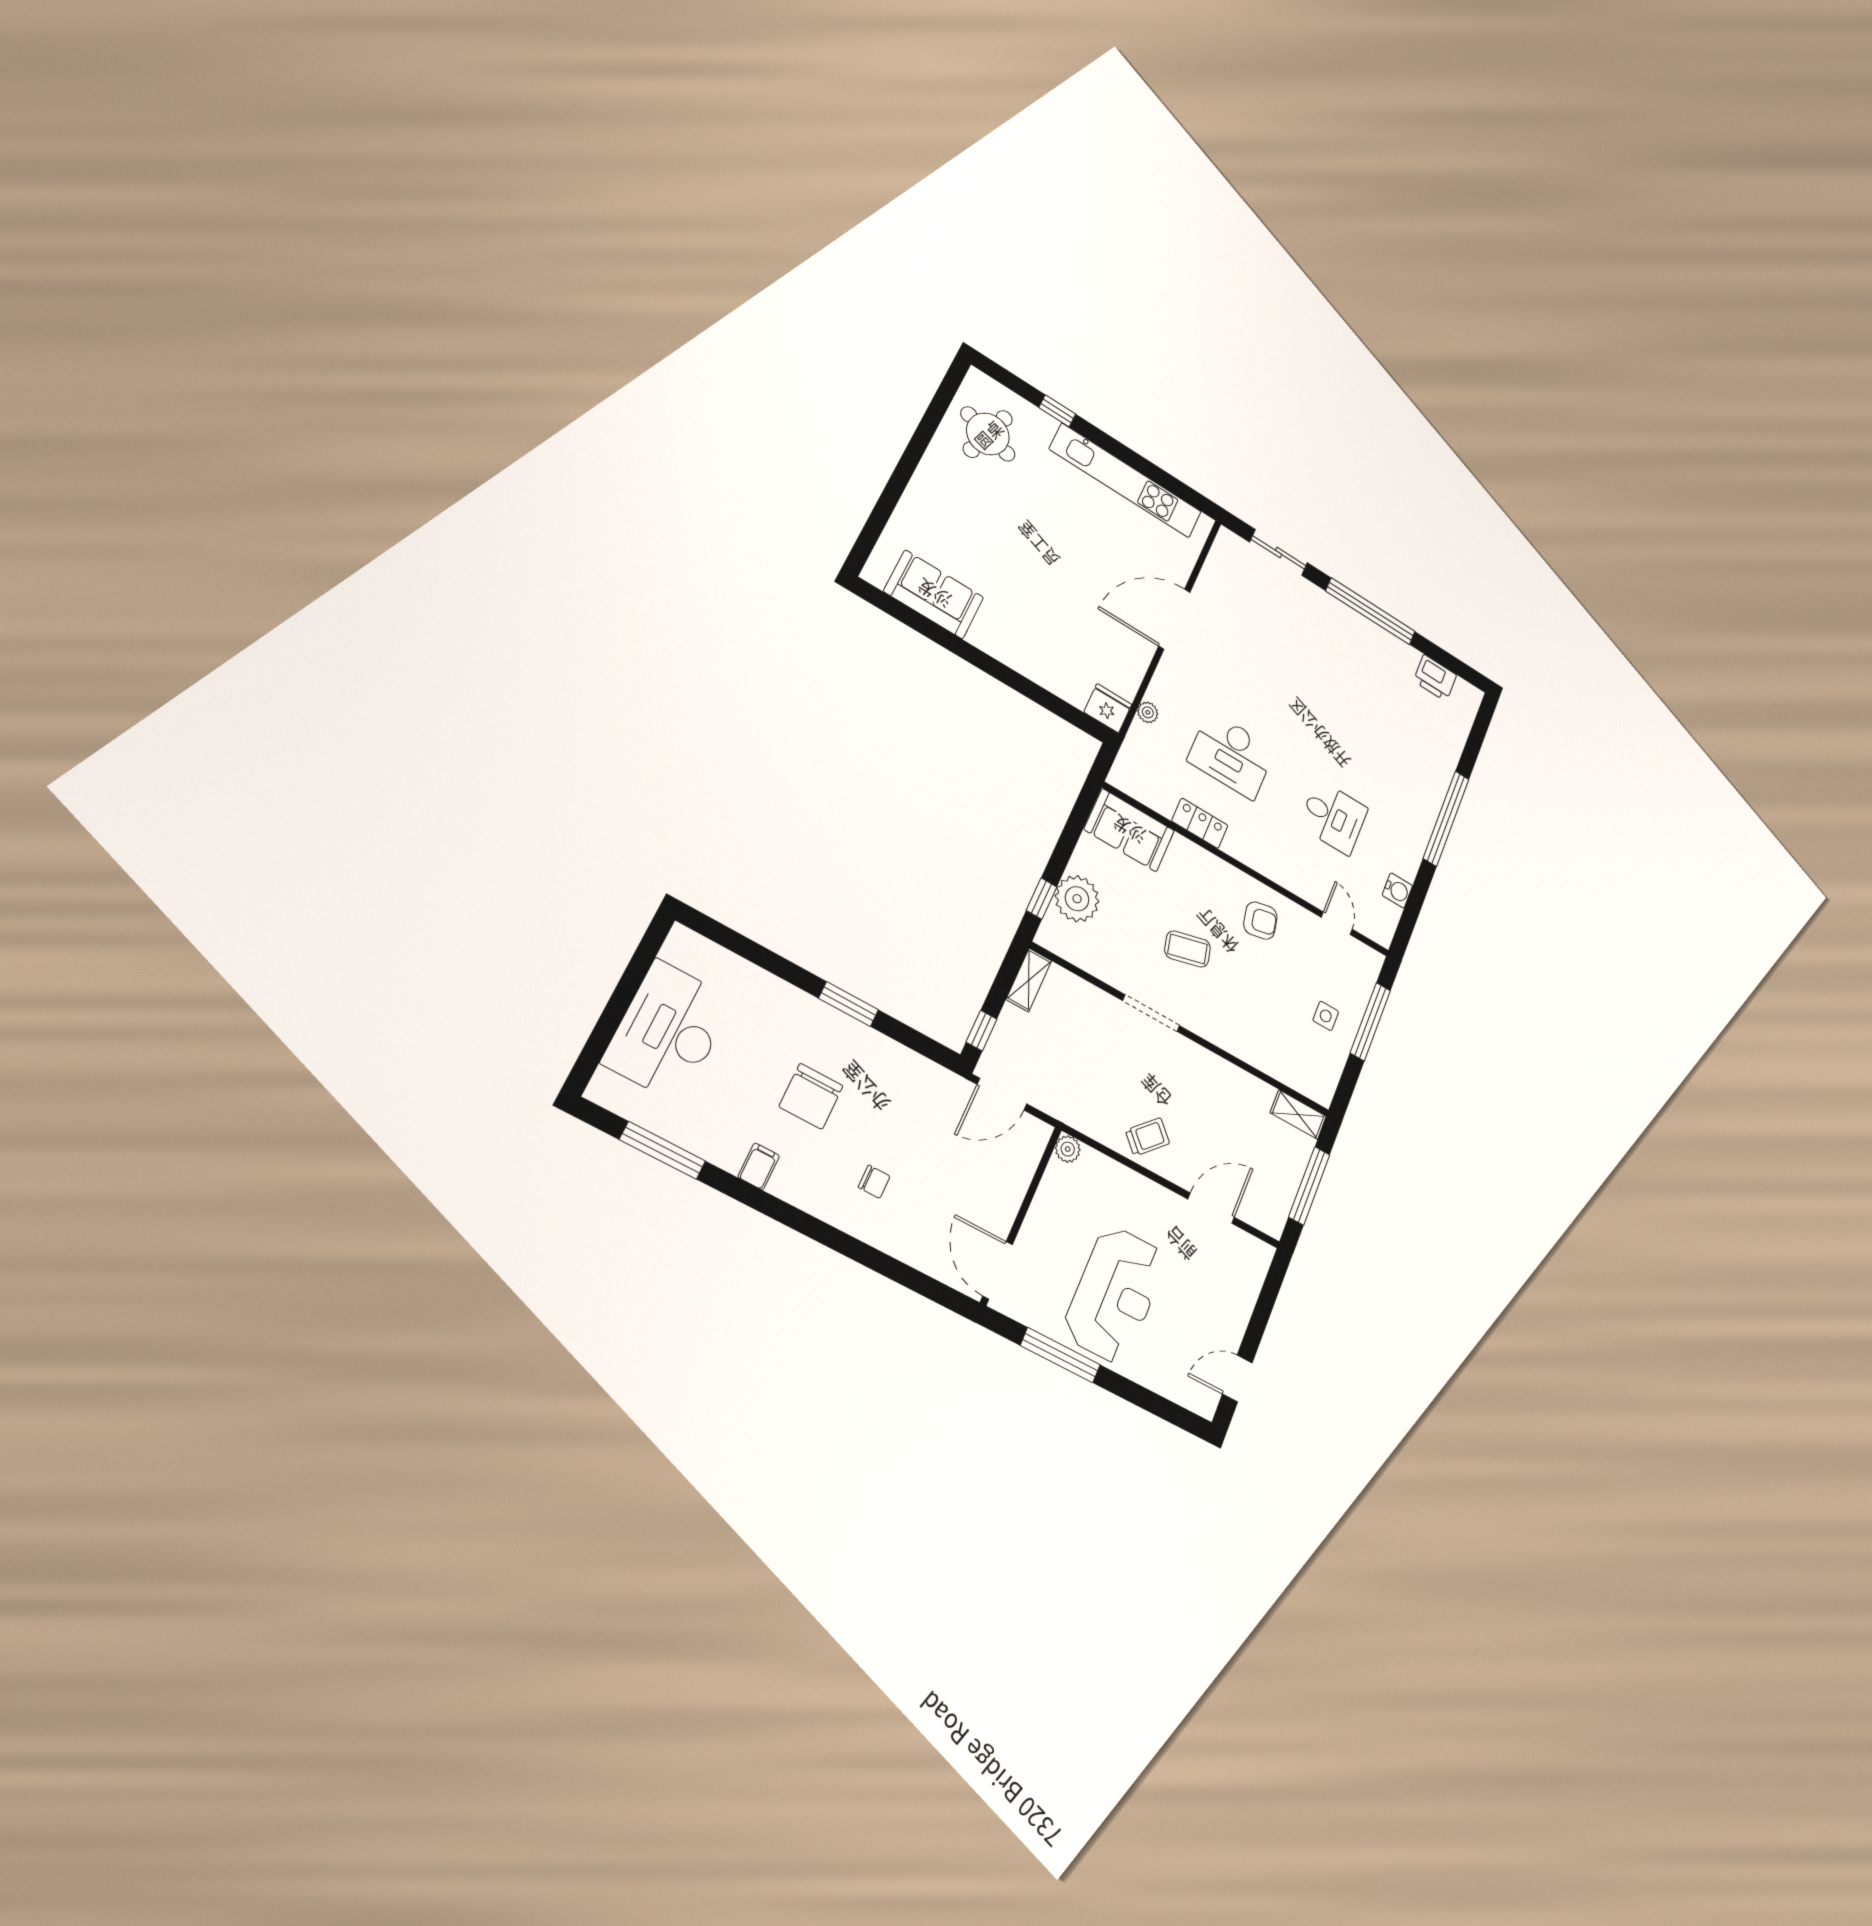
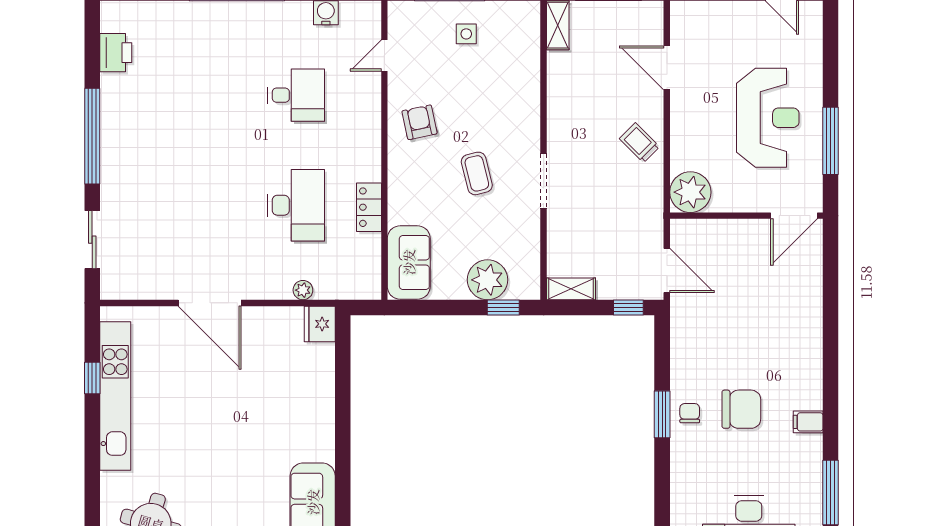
window: (1057, 411) -> (92, 378), moved
desk: (1333, 817) -> (296, 95), turned 90
plant: (1068, 1149) -> (690, 192), width x1.87, depth x1.87
chair: (874, 1182) -> (690, 413), moved
reception desk: (1115, 1294) -> (768, 118), turned 90

